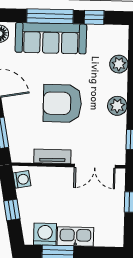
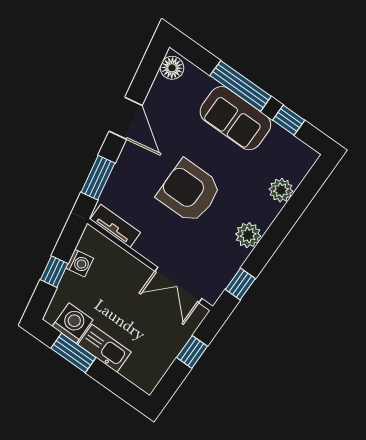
sofa: (51, 38) -> (235, 118), width x0.73
tv unit: (52, 156) -> (115, 226), moved
washing machine: (22, 179) -> (80, 263), moved

